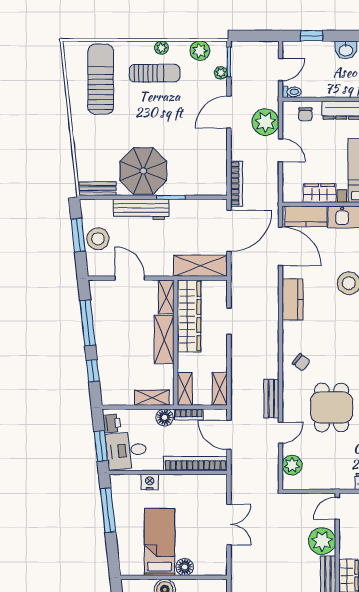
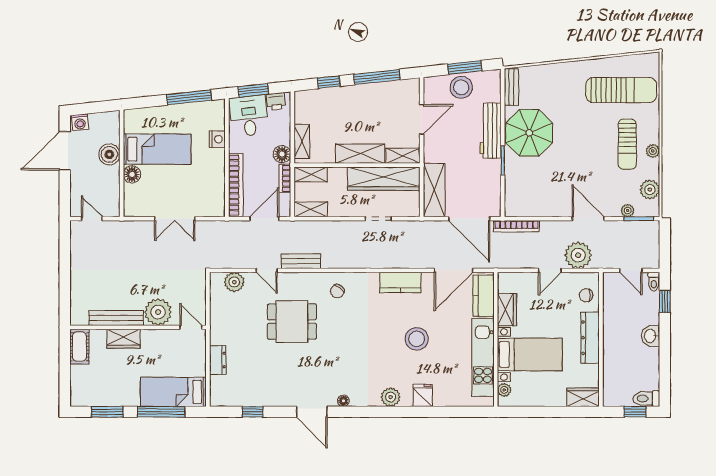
toilet: (292, 92) -> (654, 282), moved

